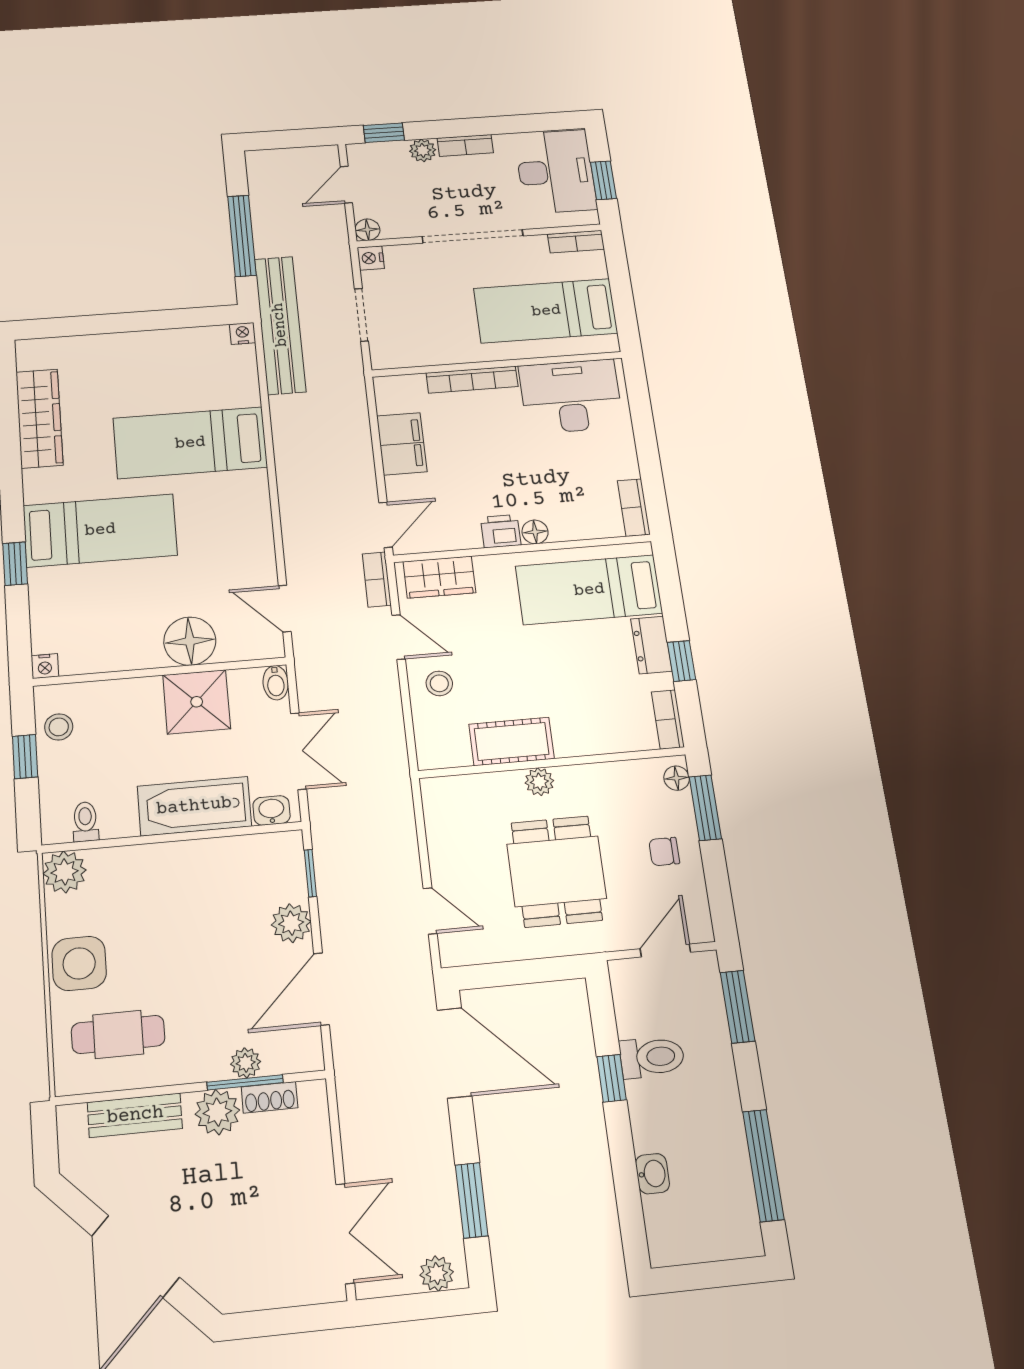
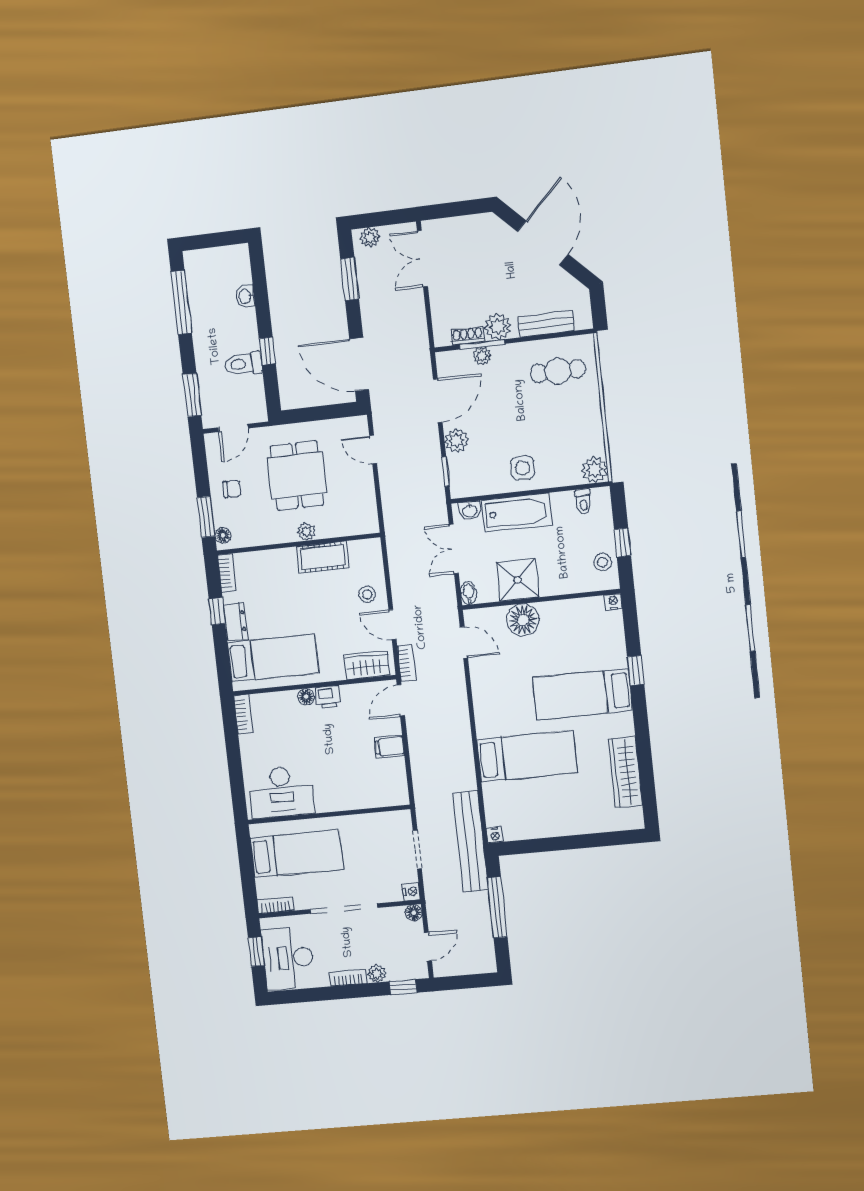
bookcase: (472, 380) -> (345, 803), removed
filing cabinet: (402, 444) -> (389, 747), width x0.50
side table: (79, 963) -> (522, 468), moved, width x0.73, depth x0.73

